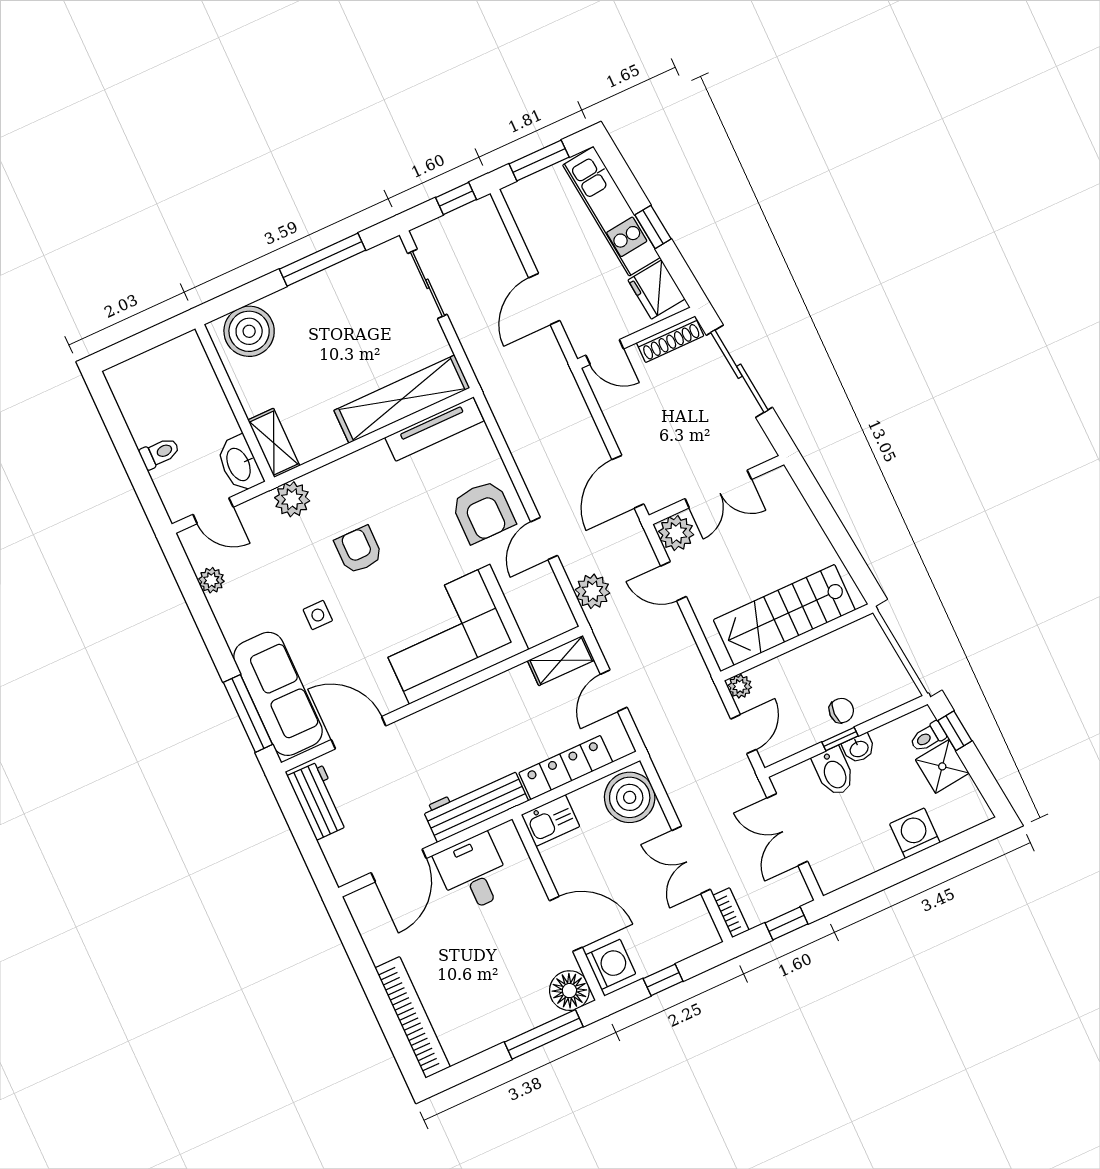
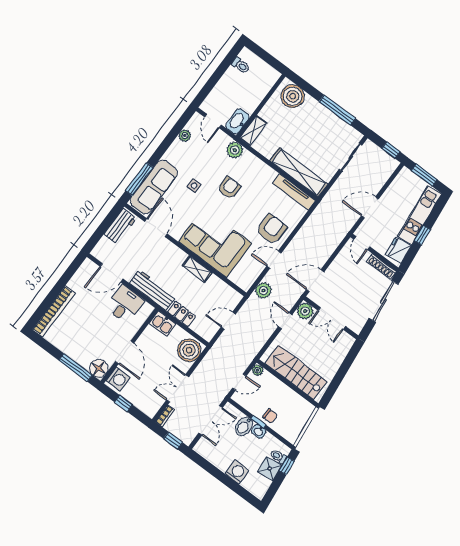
toilet: (160, 453) -> (241, 65), moved
armchair: (483, 512) -> (272, 229), turned 180
shelving: (561, 660) -> (197, 269), moved
locker: (566, 768) -> (181, 314), width x0.66
double door: (787, 830) -> (211, 420), swing flipped

